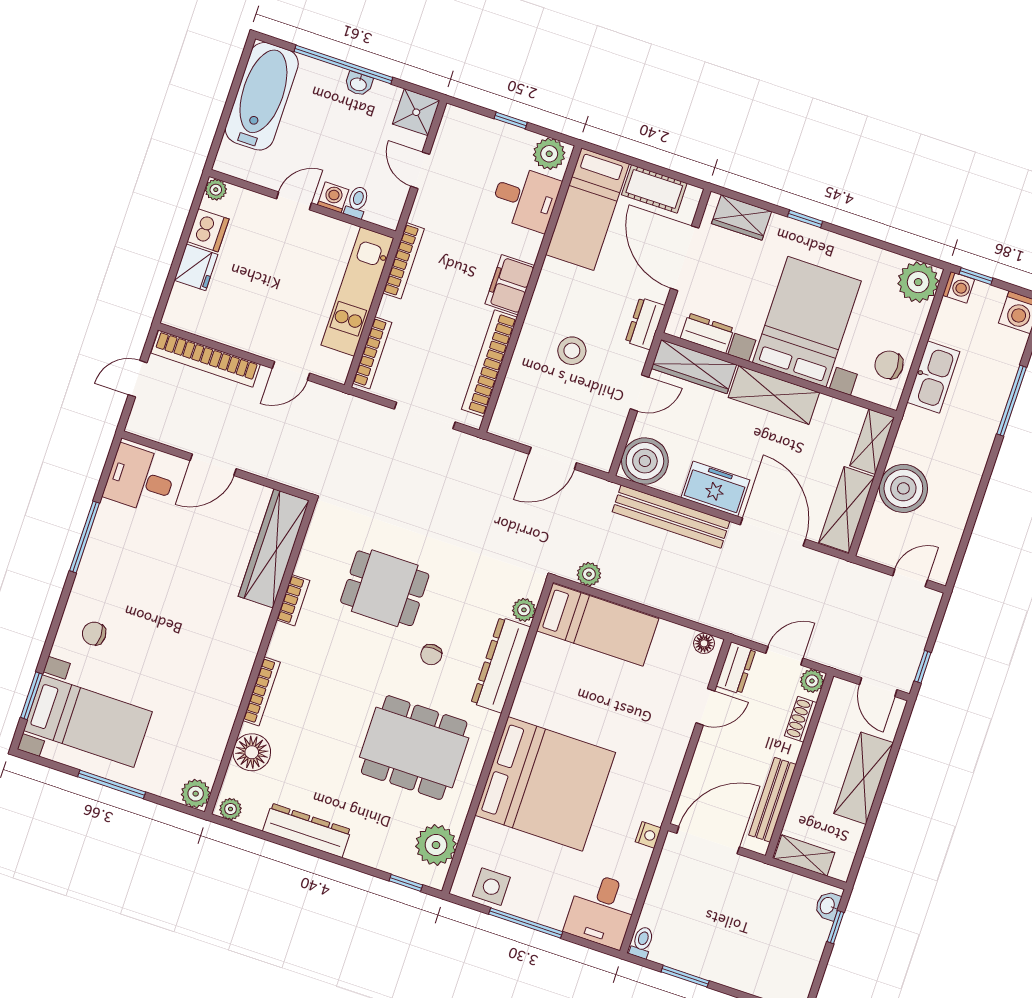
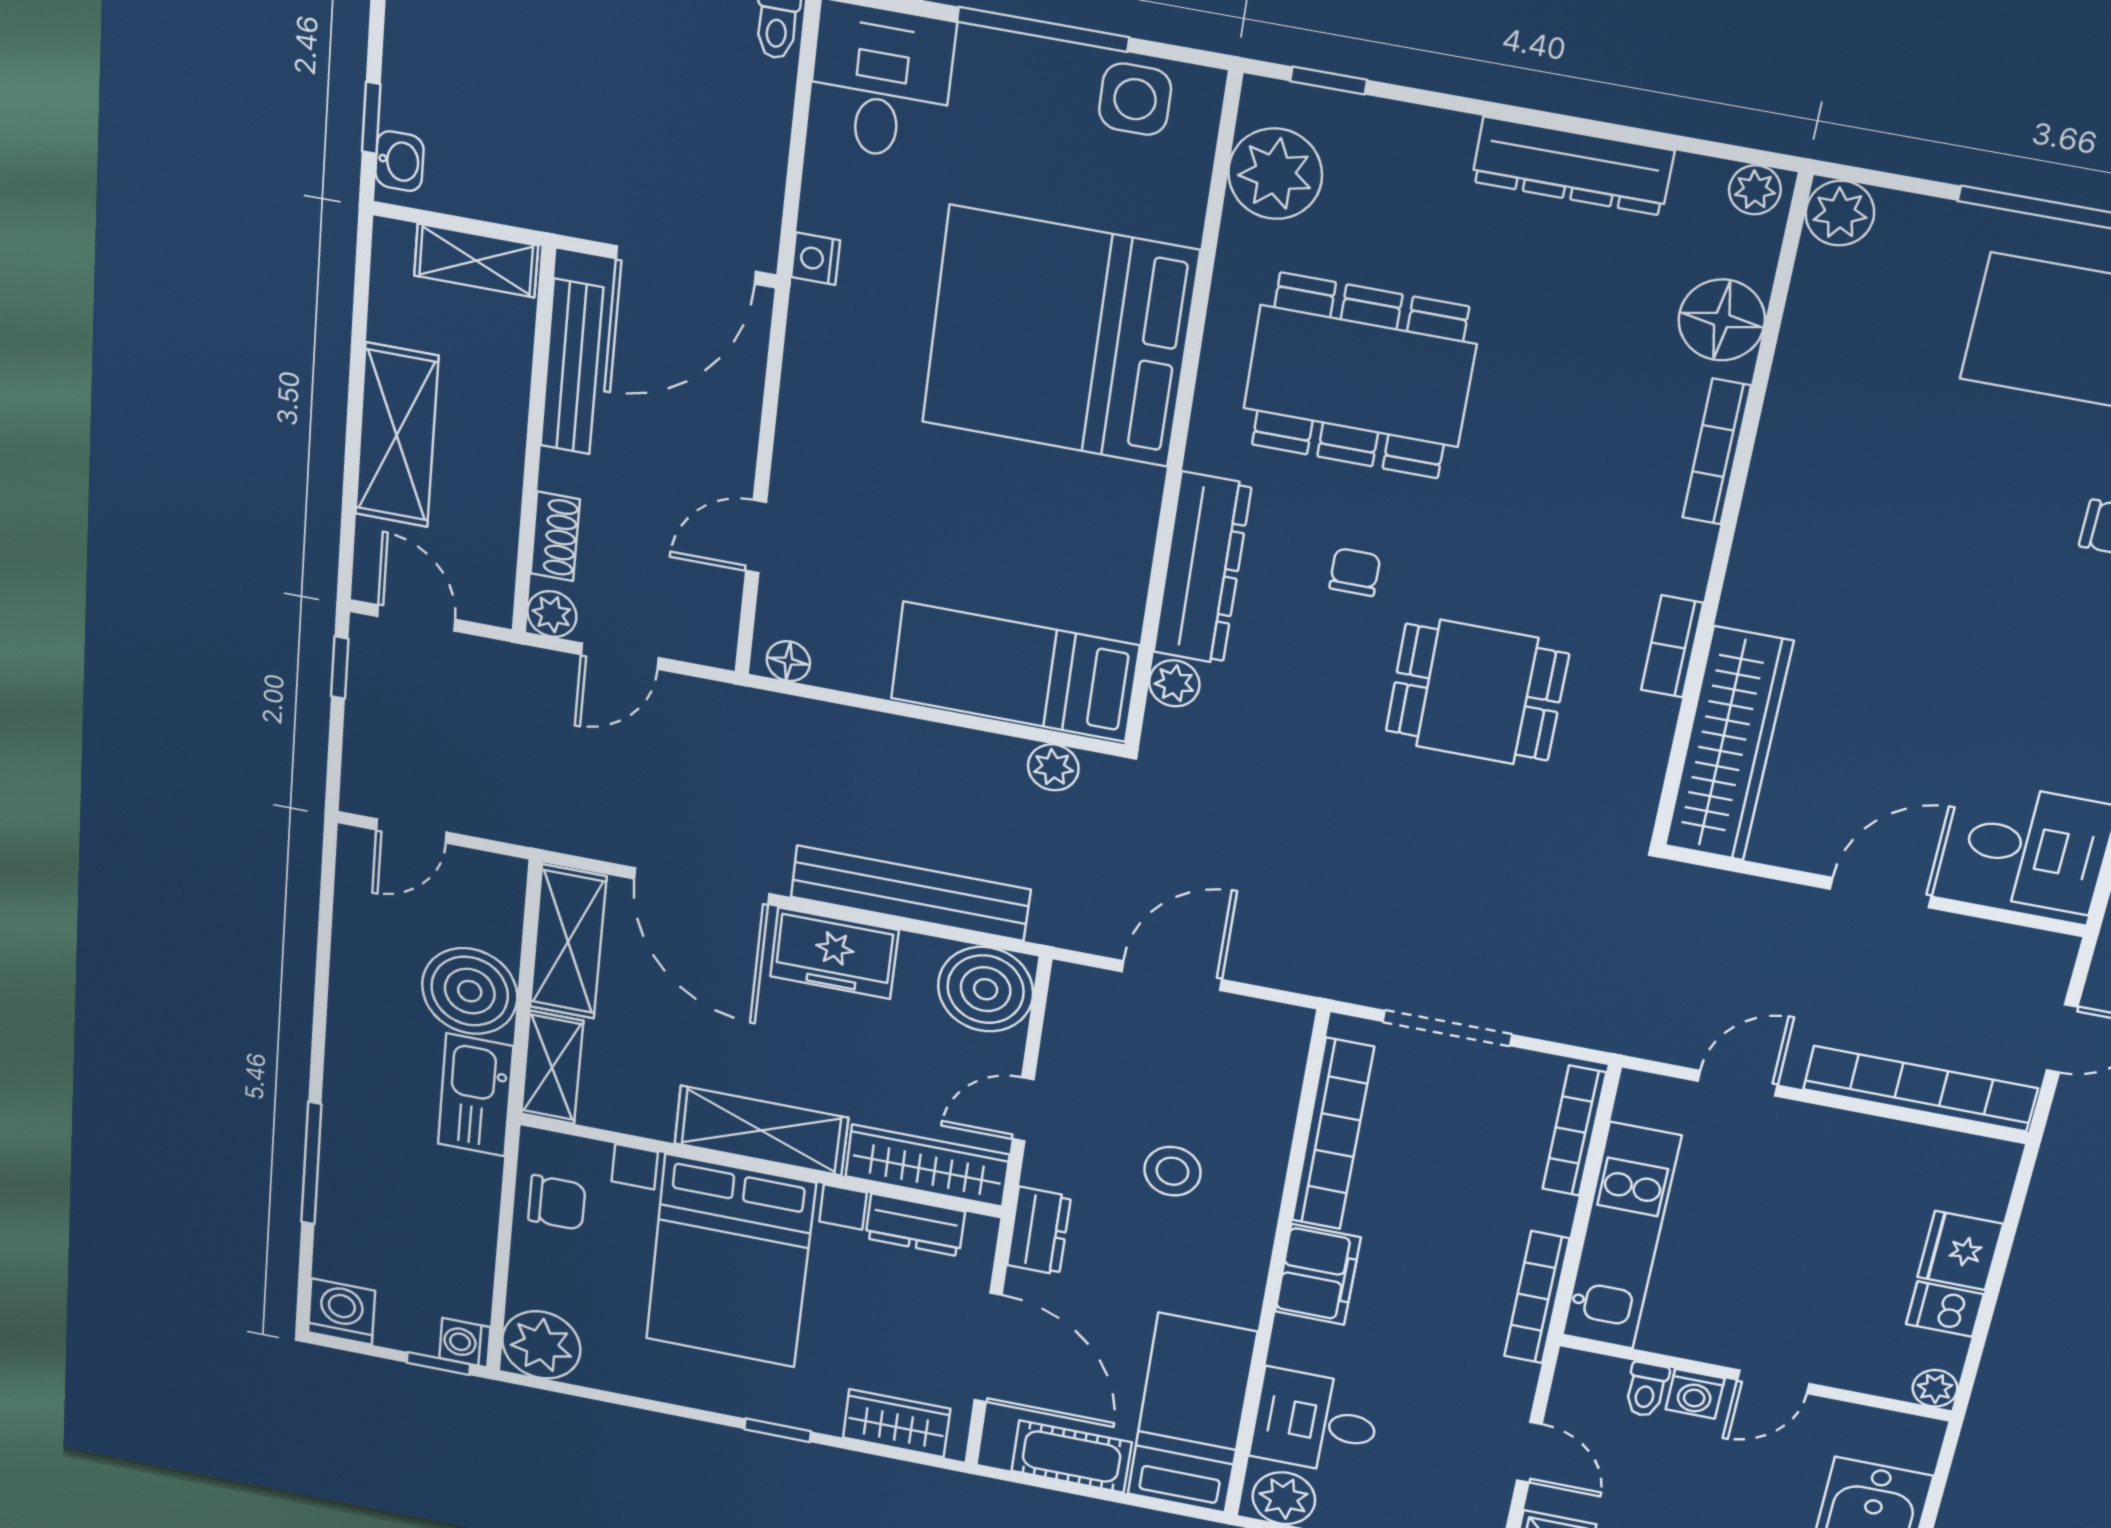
dishwasher: (208, 230) -> (1945, 1309), width x0.73
kitchen sink: (933, 377) -> (475, 1095), moved
dresser: (736, 668) -> (712, 621), removed

